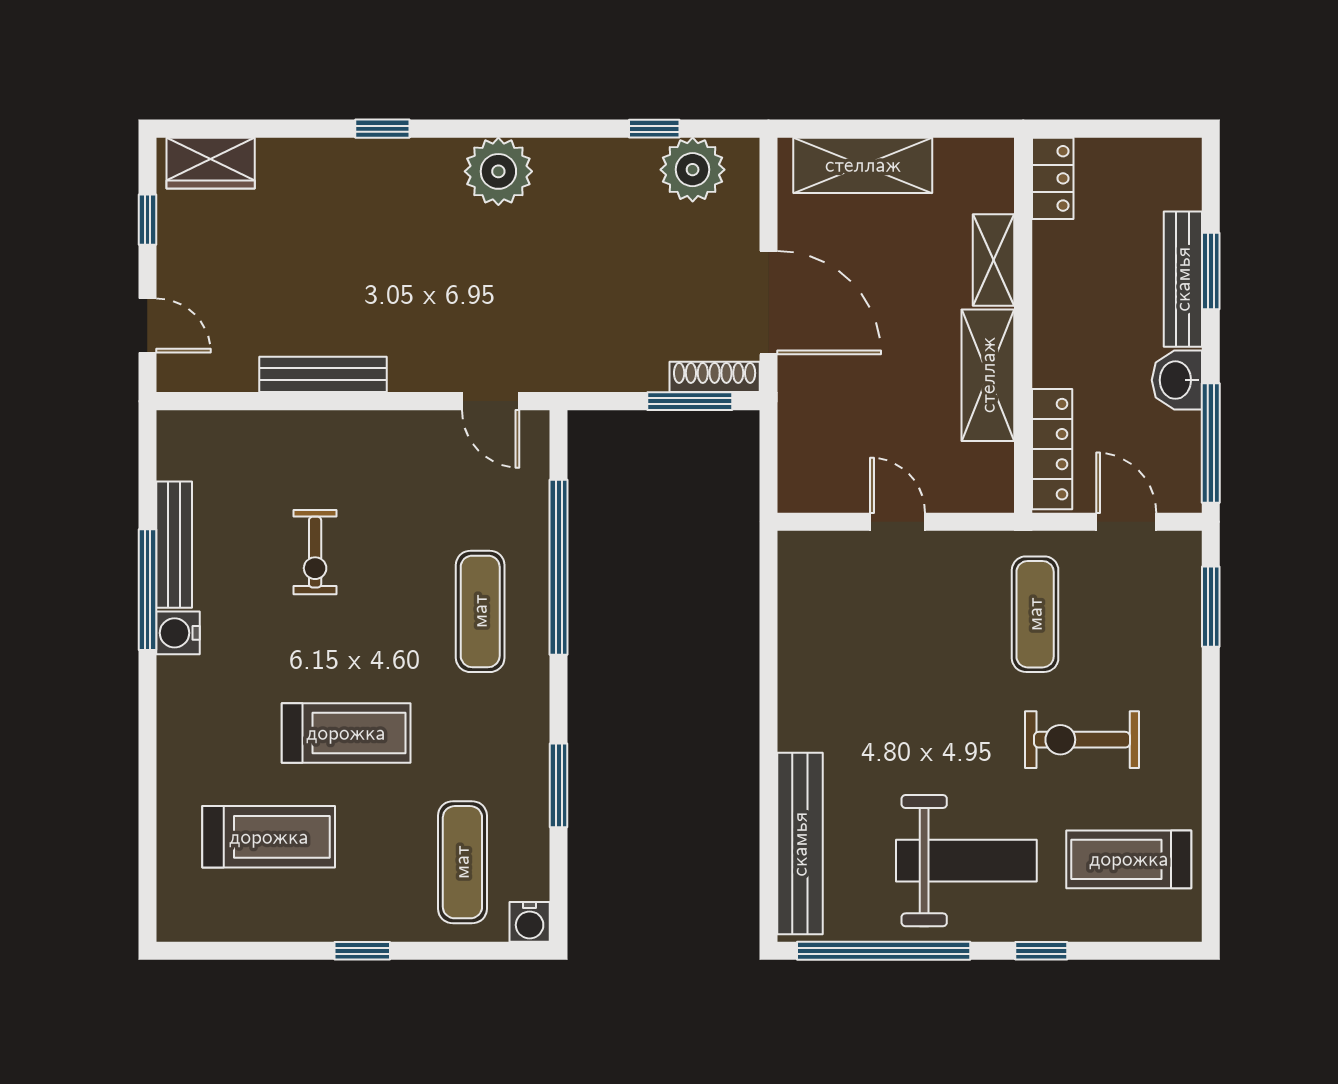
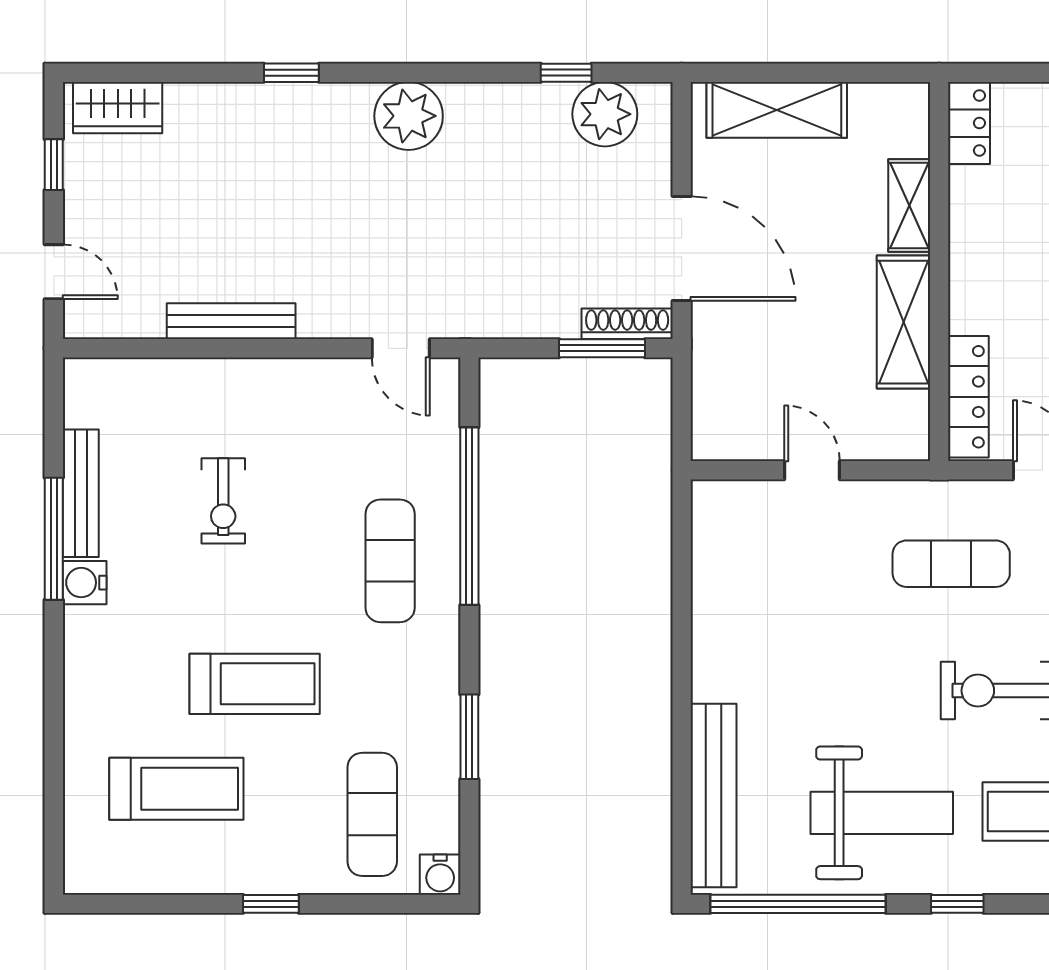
exercise mat: (1035, 614) -> (951, 564), turned 90

